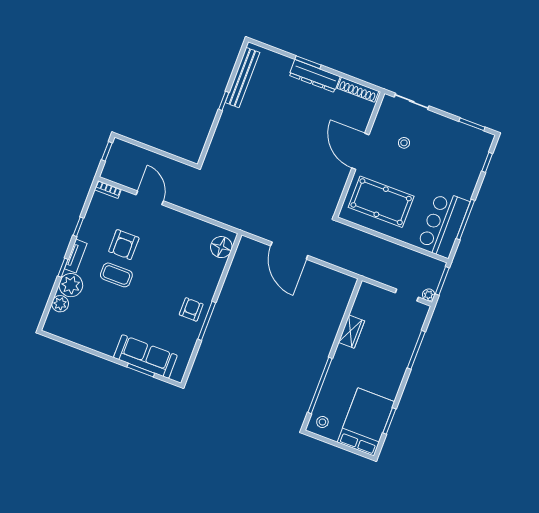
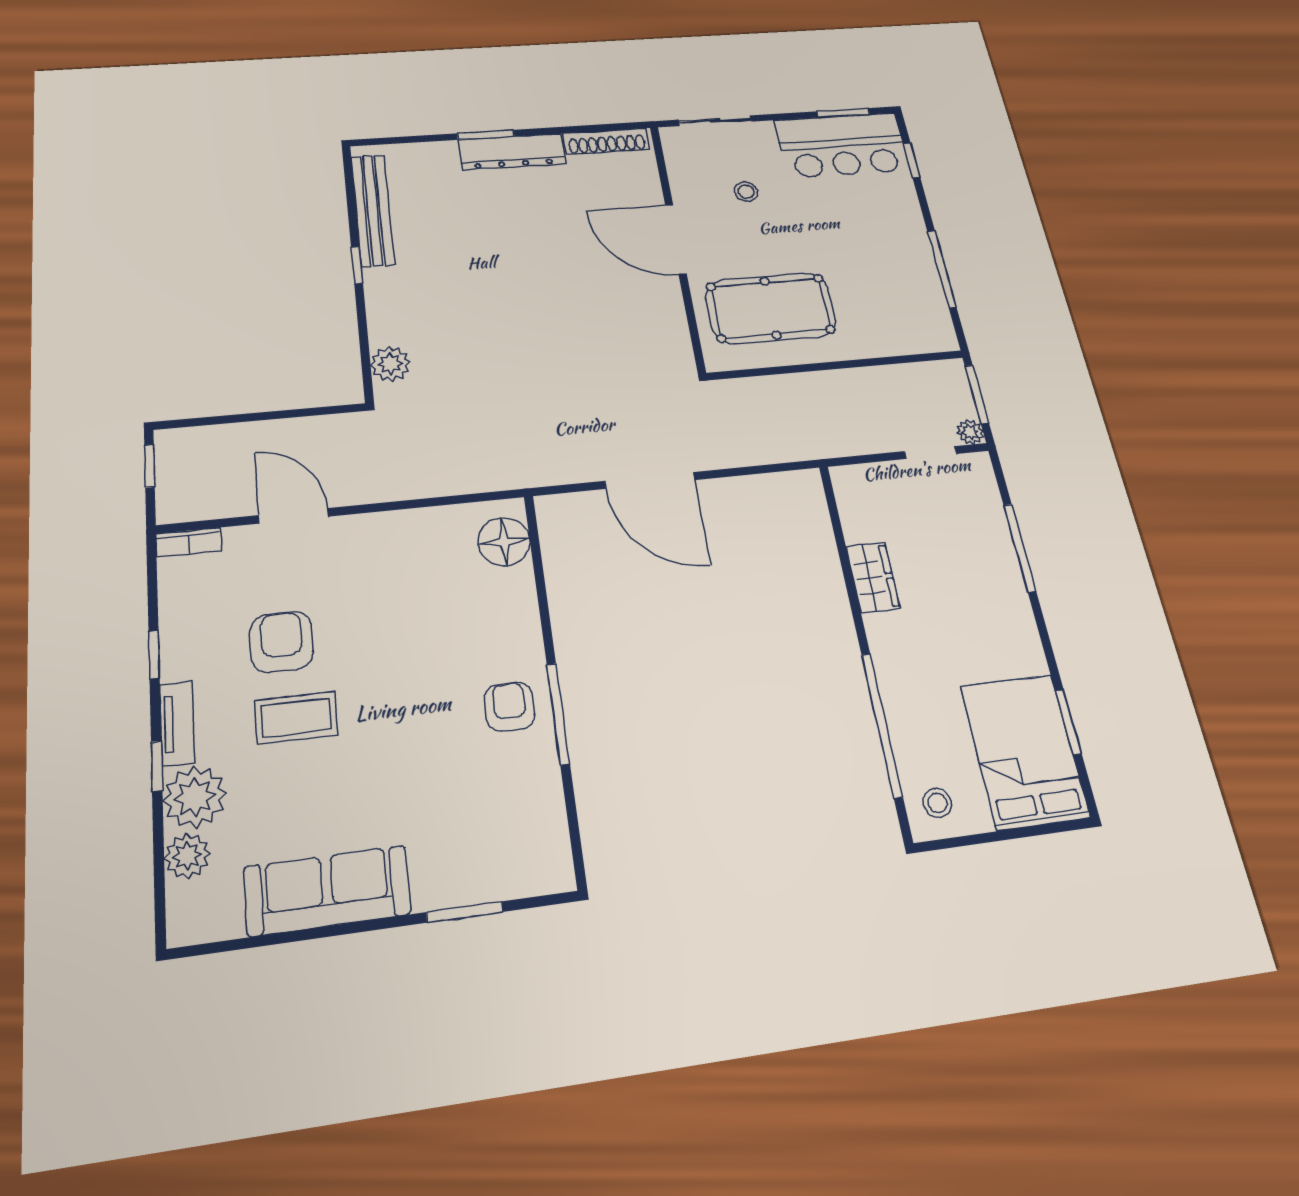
plant: (215, 152) -> (390, 364), added
bar counter: (443, 224) -> (842, 145), moved, turned -90
armchair: (124, 245) -> (282, 642), turned 180
sofa: (145, 356) -> (327, 891), moved

